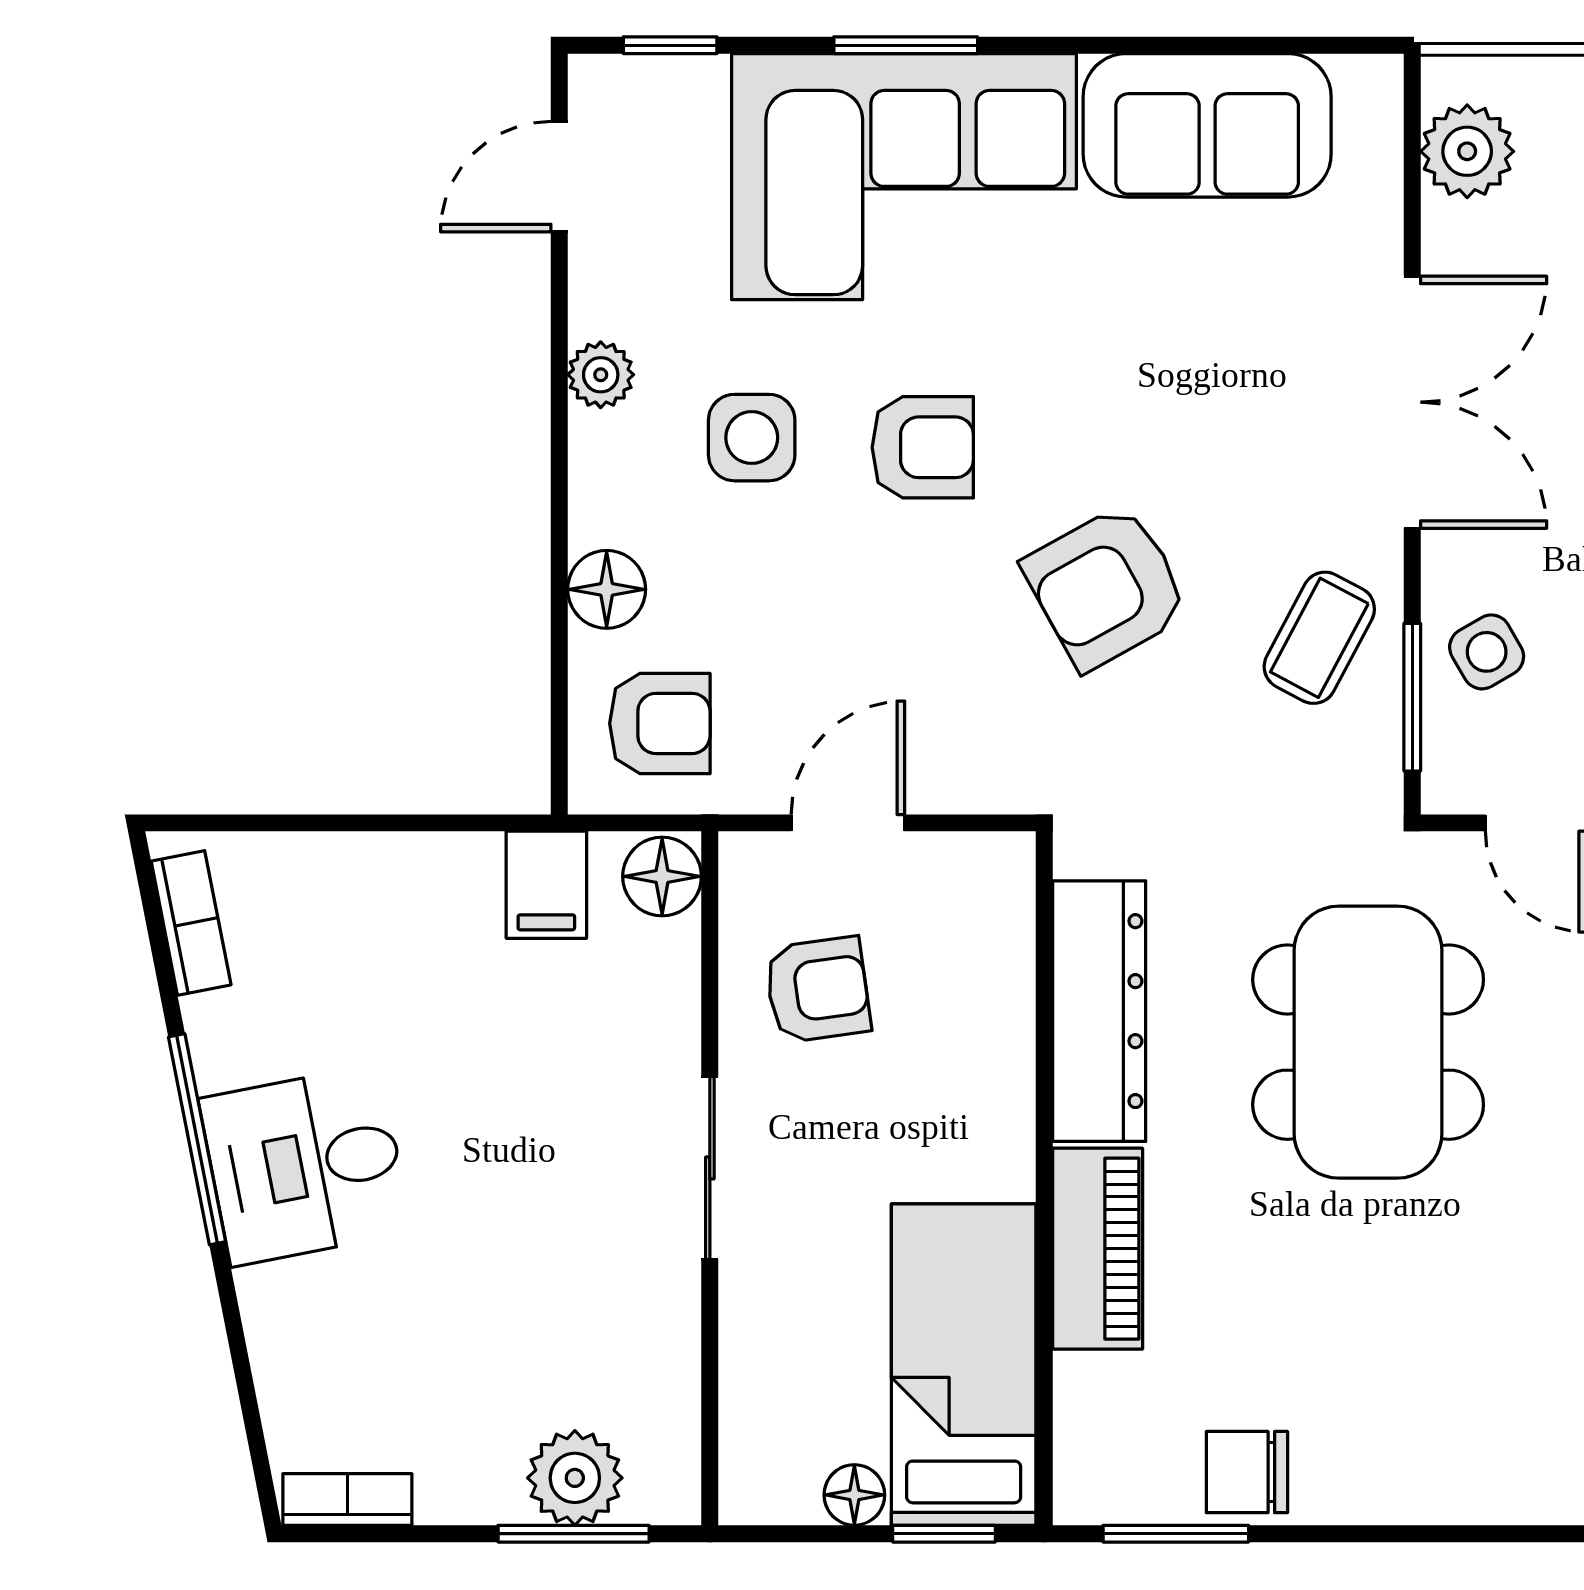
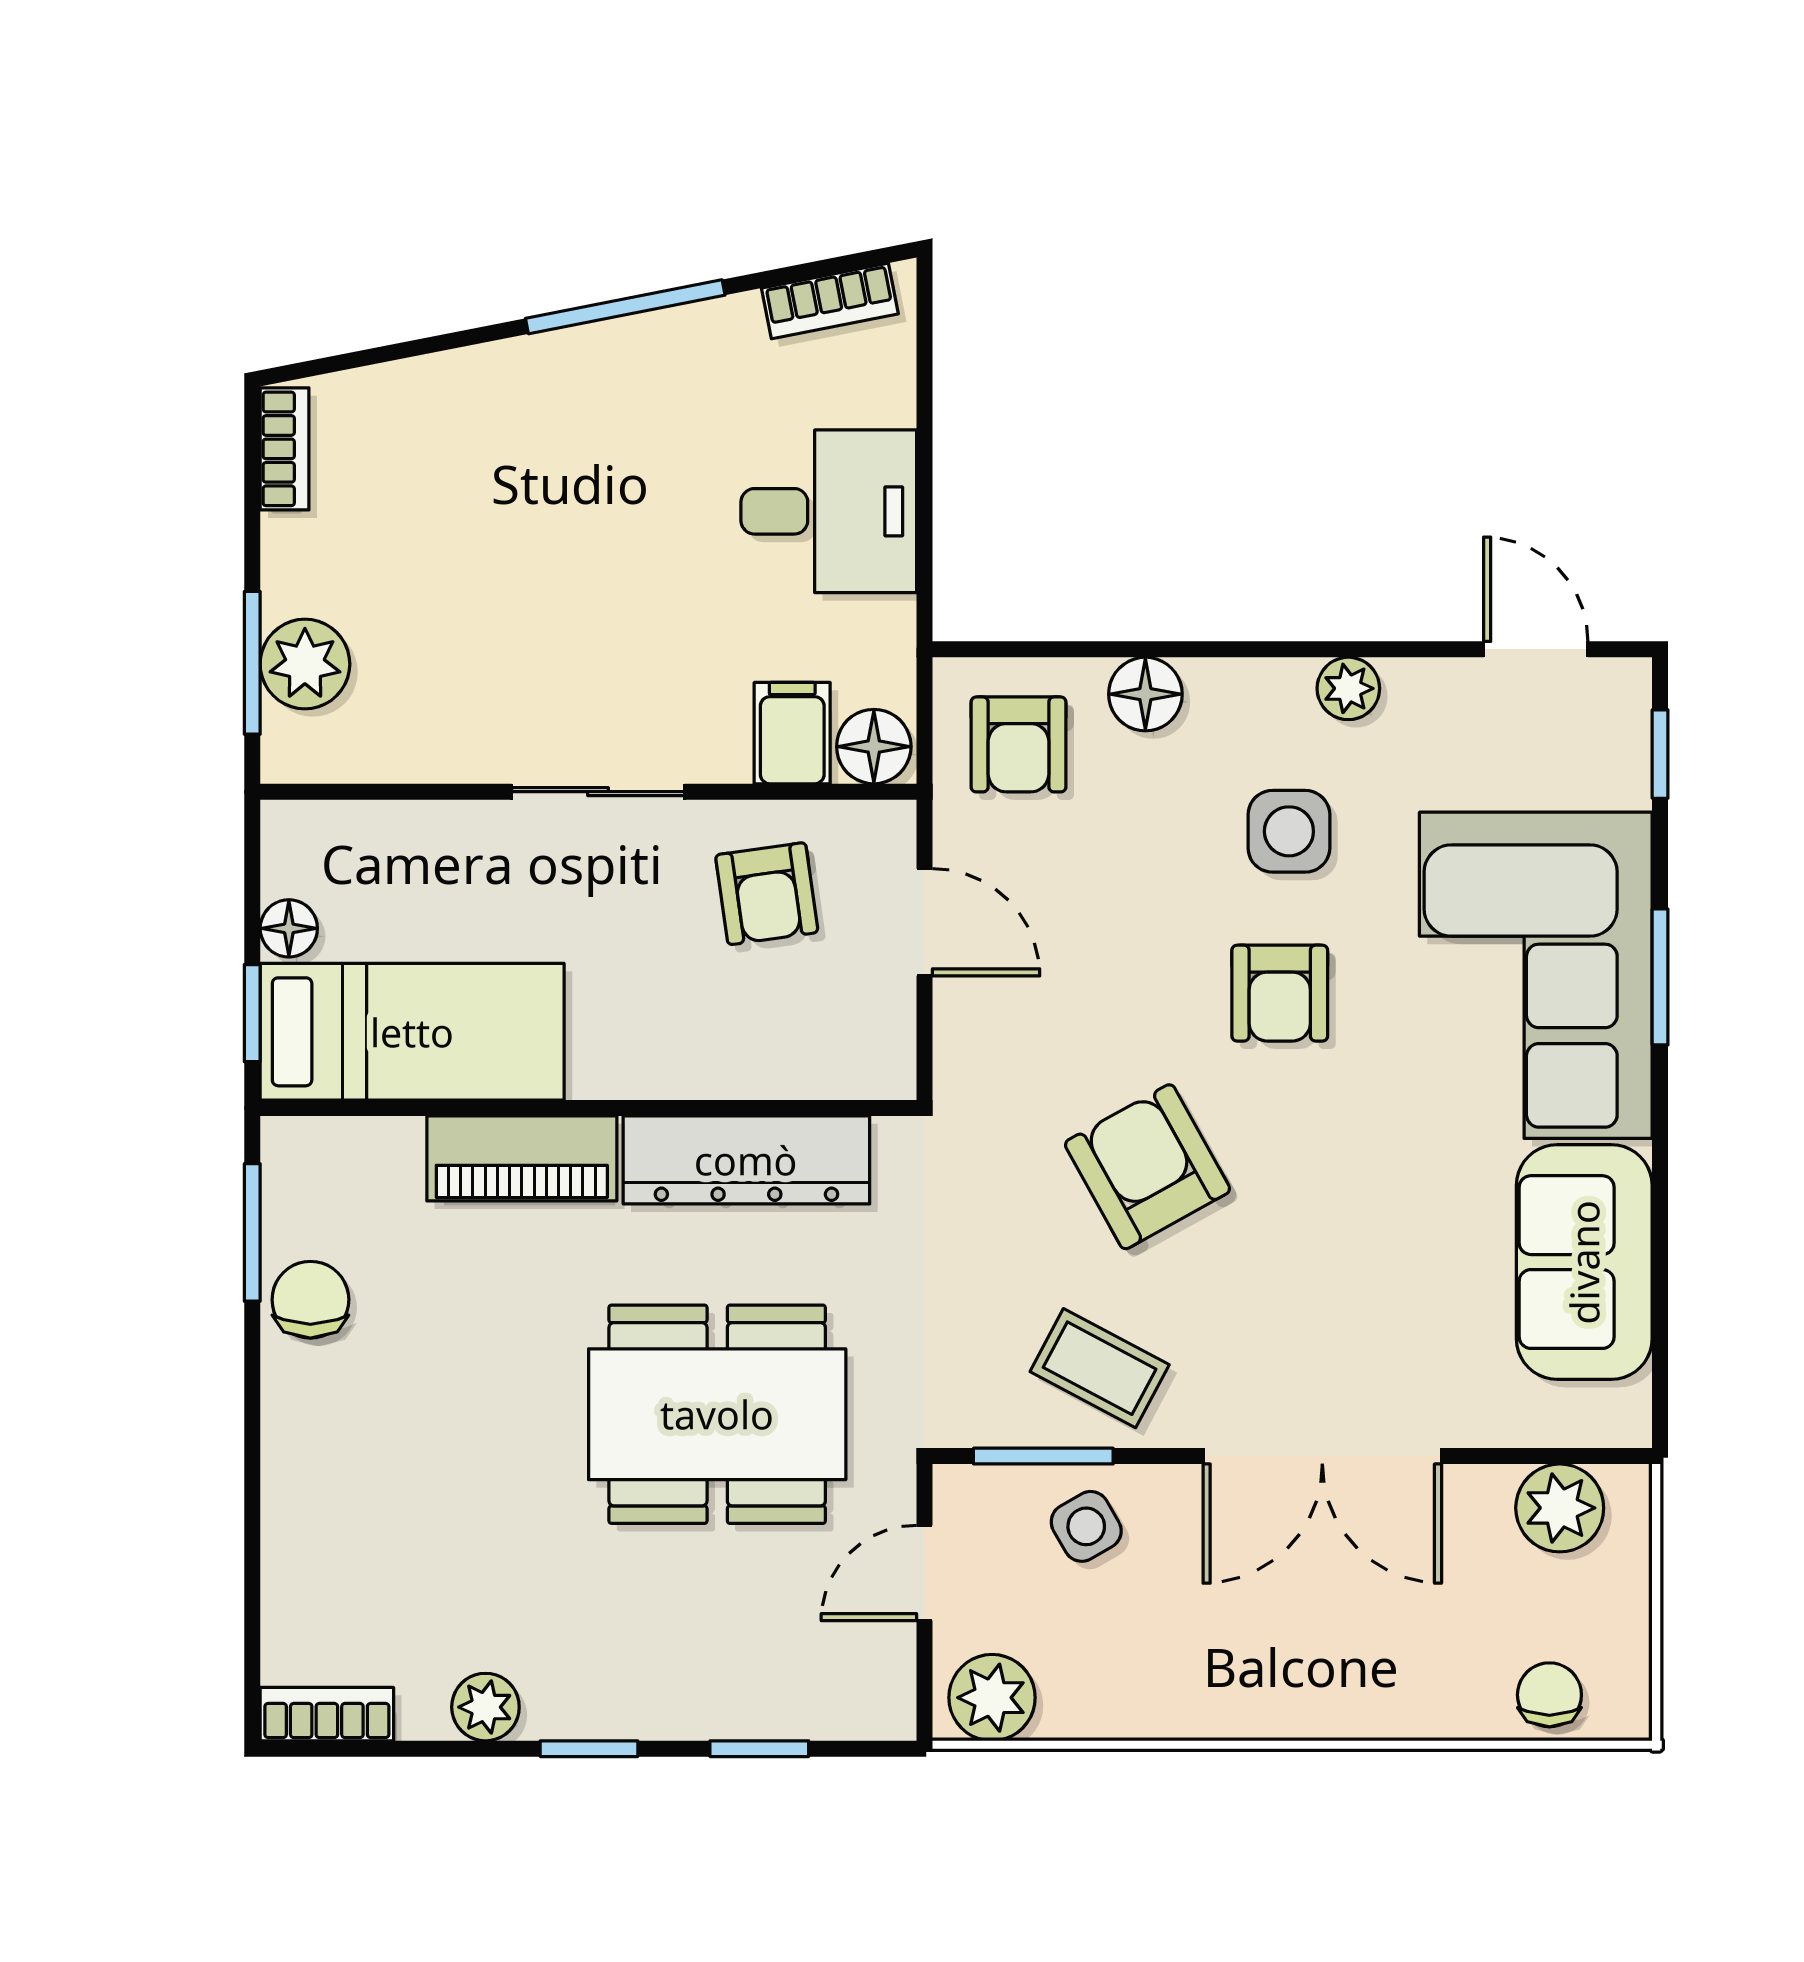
filing cabinet: (546, 885) -> (792, 733), moved, turned 90
desk: (305, 1165) -> (829, 511), moved, turned 101

